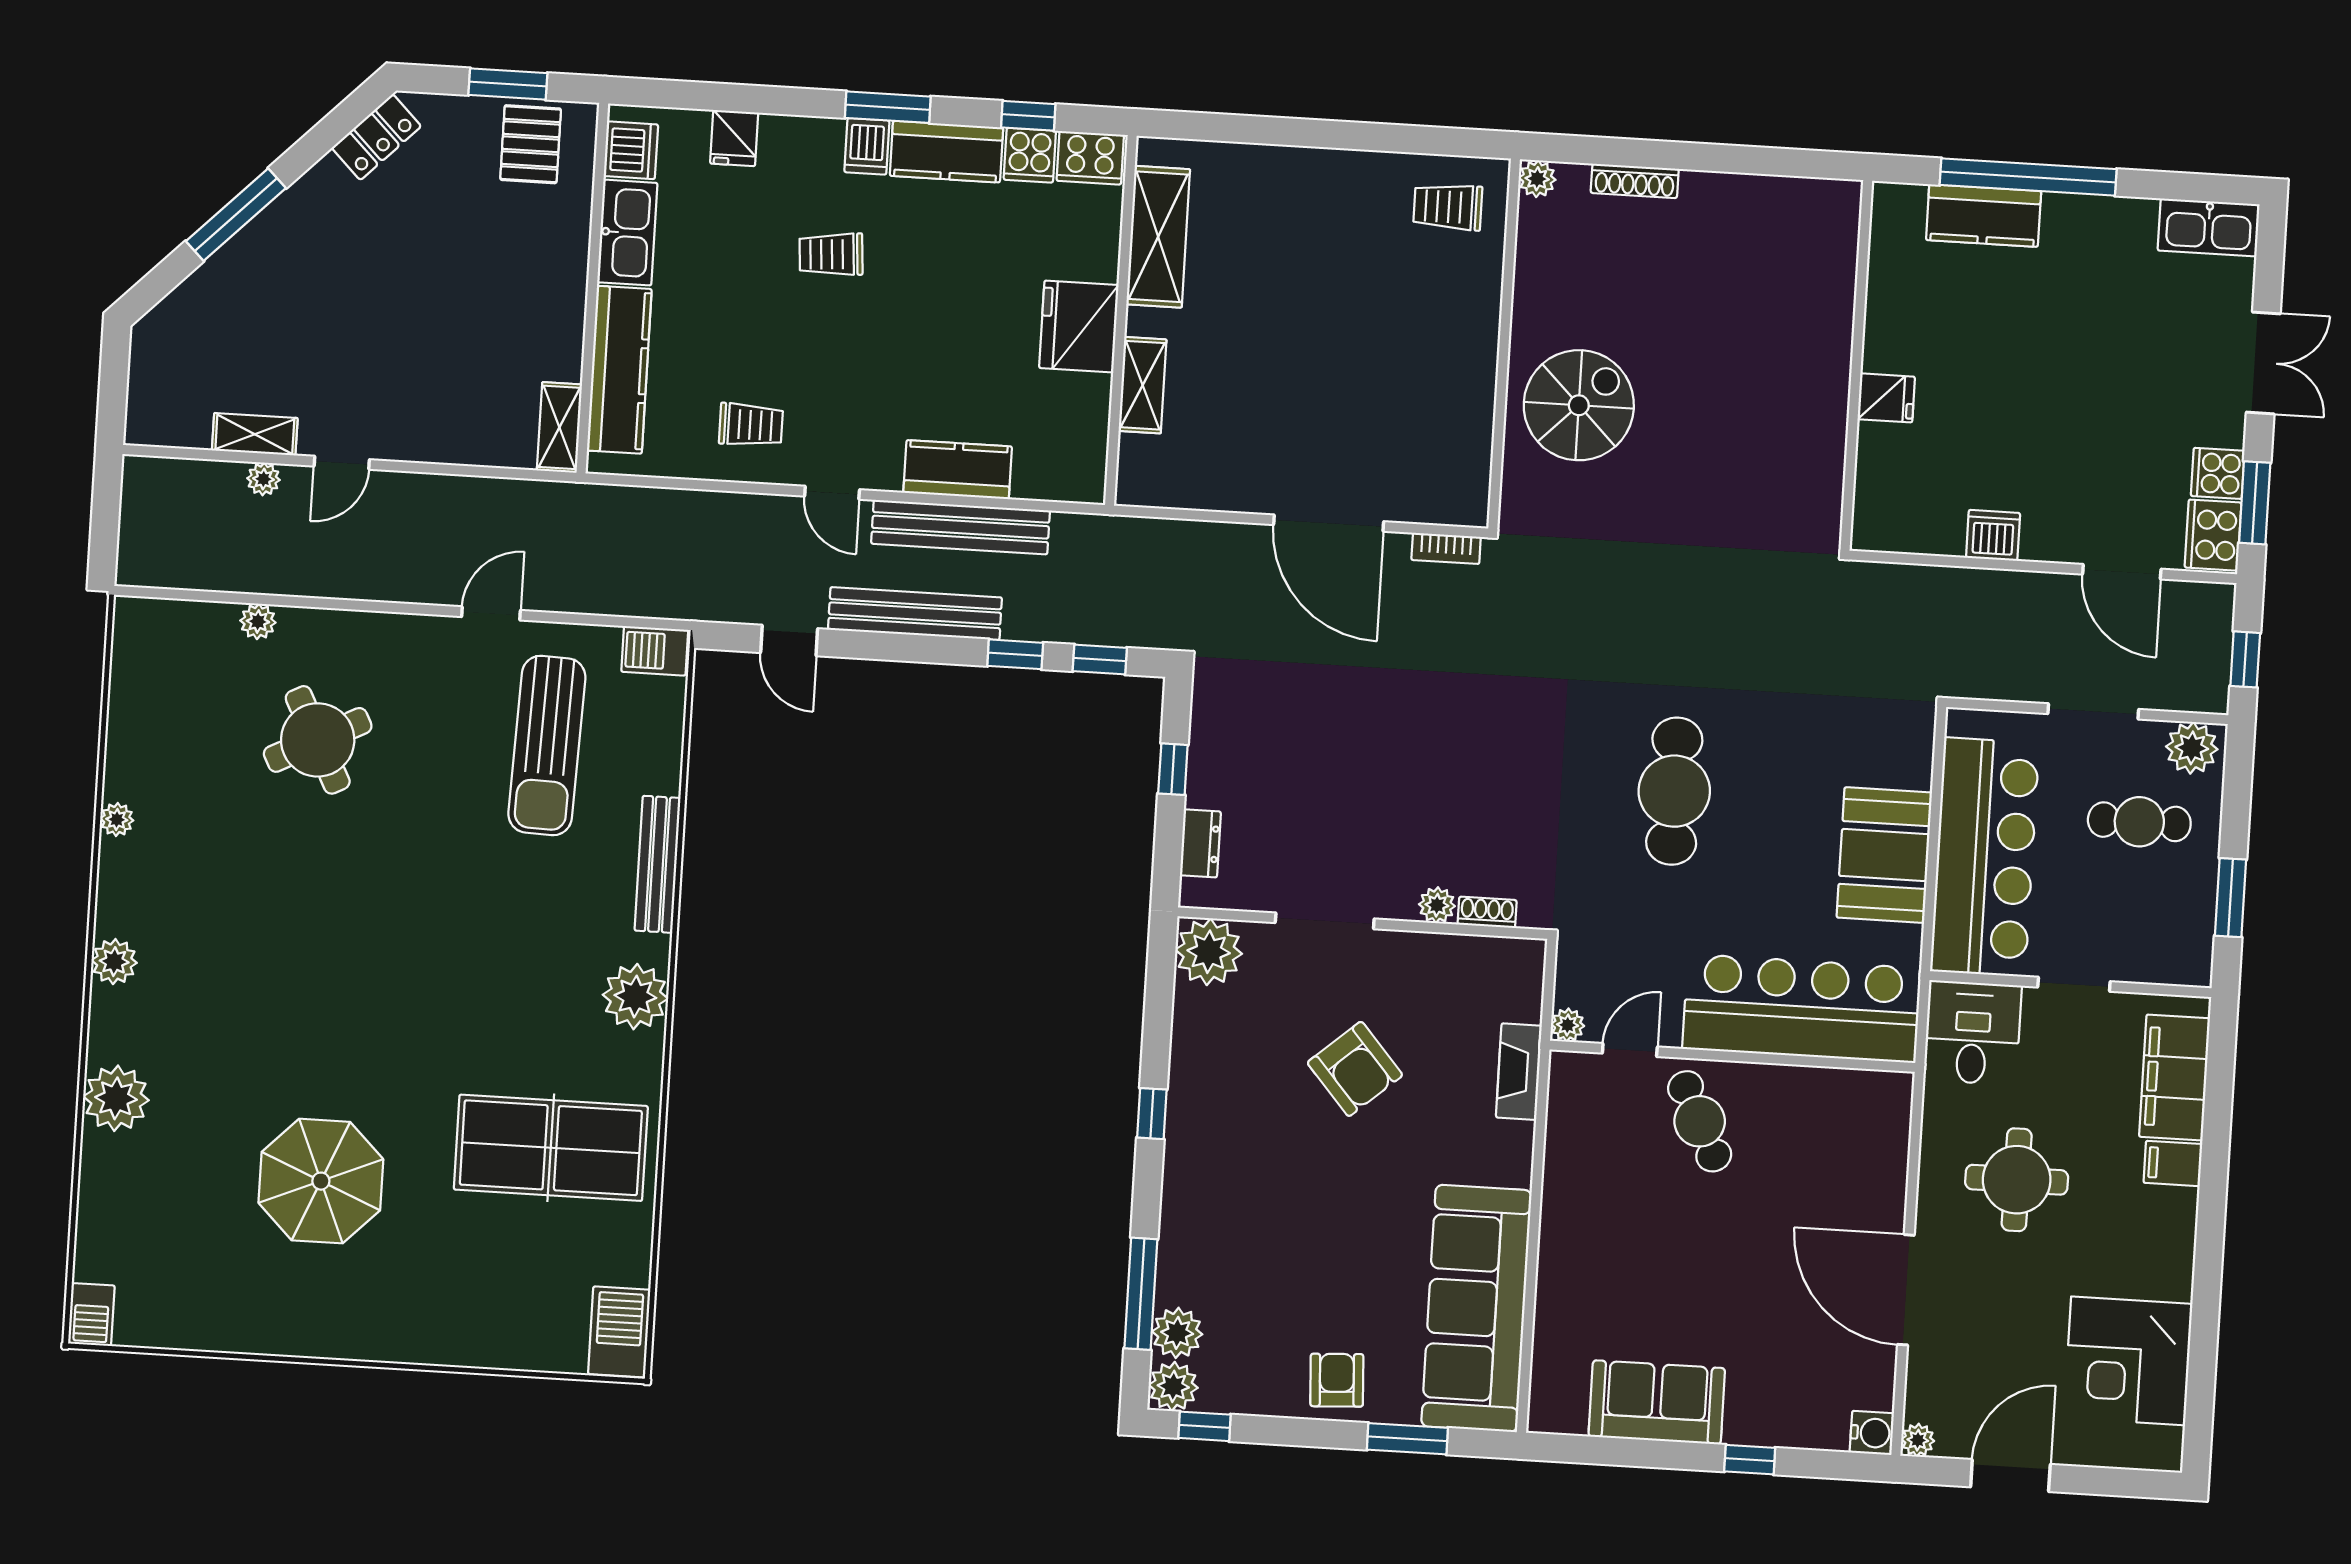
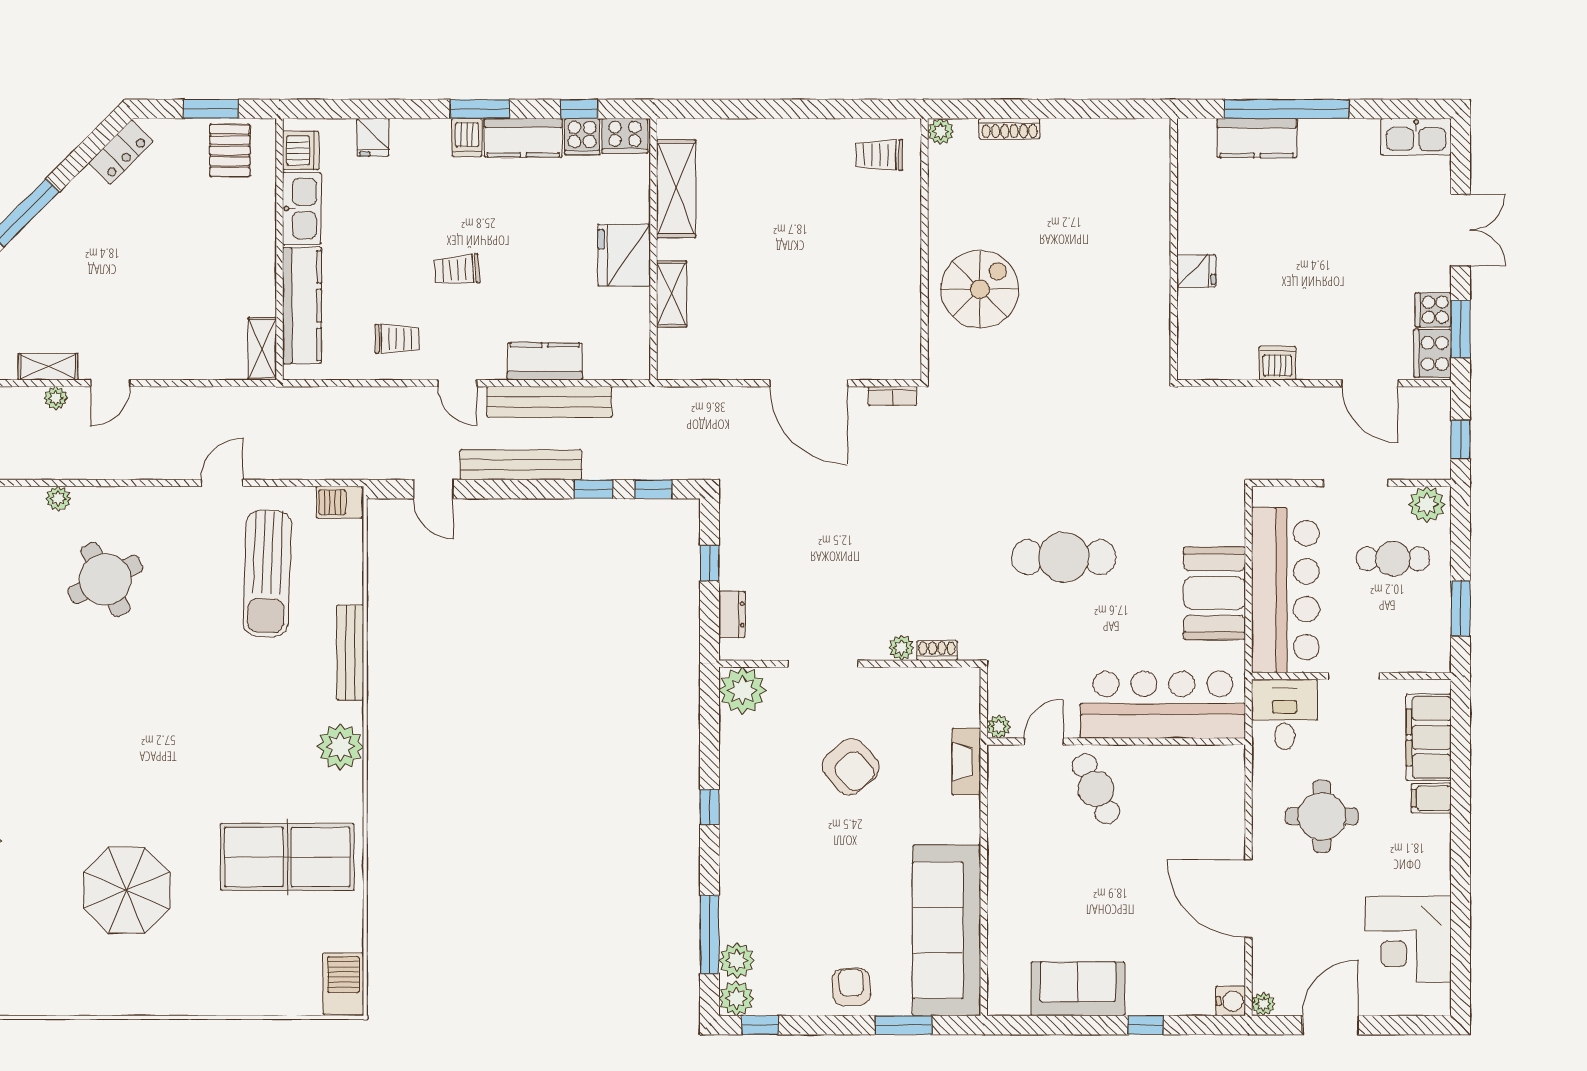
trolley: (831, 254) -> (457, 270), moved
cafe table: (1674, 791) -> (1064, 557), turned 90

